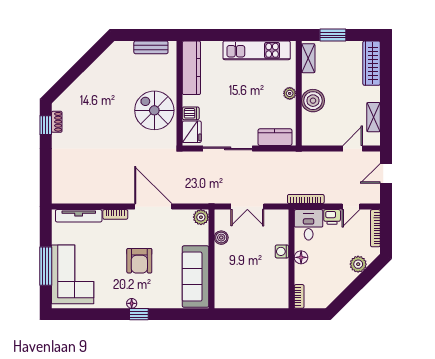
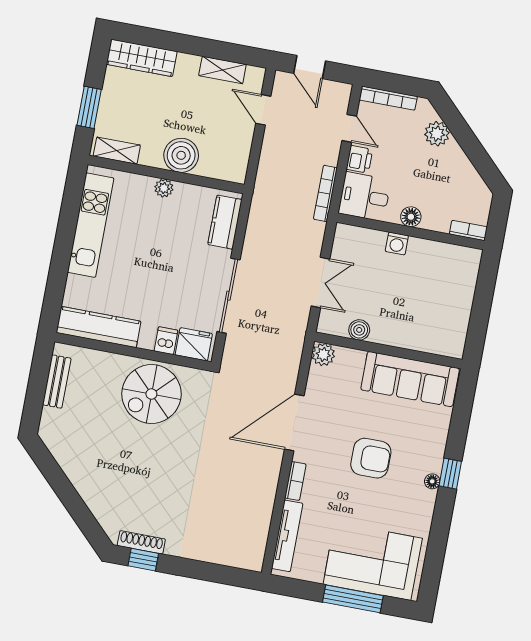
shoe rack: (57, 122) -> (141, 542), width x1.43

